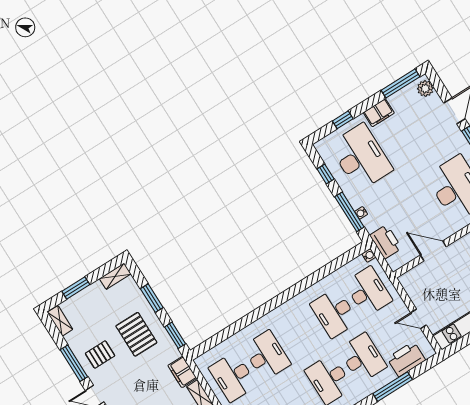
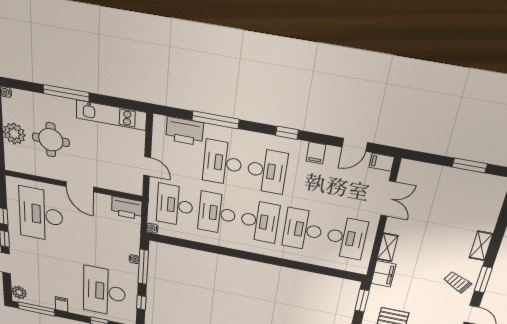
filing cabinet: (379, 113) -> (61, 304), width x0.50
printer: (386, 242) -> (127, 208), moved, turned -90
door: (433, 251) -> (80, 187), moved
desk: (334, 313) -> (217, 213), turned 180
door: (419, 319) -> (147, 166), moved
desk: (300, 334) -> (260, 221), added

